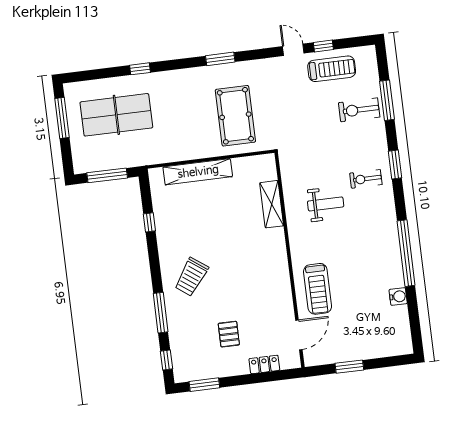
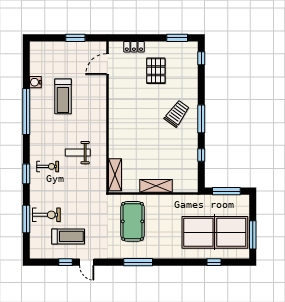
window: (220, 59) -> (138, 262), width x1.44
window: (140, 69) -> (214, 262), moved
treadmill: (332, 69) -> (68, 236), moved, turned 180
table tennis table: (116, 115) -> (215, 232), width x1.36, depth x1.32
shelving: (198, 172) -> (156, 186), width x0.68
shelving: (272, 204) -> (115, 175), moved
treadmill: (318, 289) -> (63, 96), moved, turned 180
window: (161, 313) -> (201, 119), moved
pallet: (229, 334) -> (156, 71), width x1.50, depth x1.42

